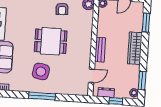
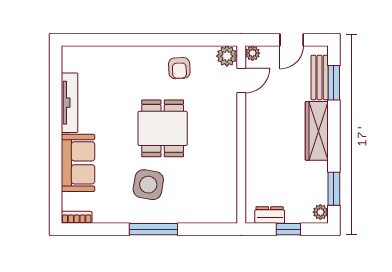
dining table: (51, 41) -> (163, 128), turned 90
bench: (100, 50) -> (320, 77), moved
door: (92, 76) -> (241, 81), moved

